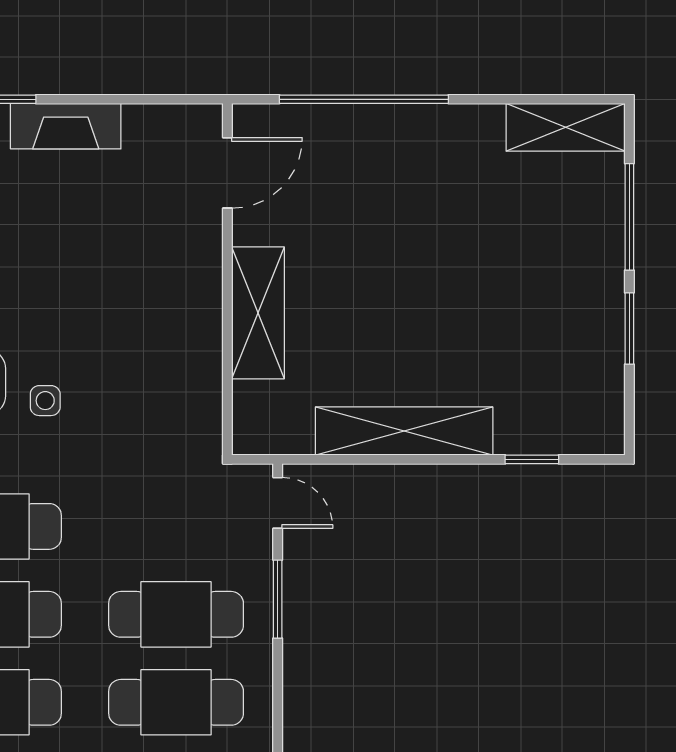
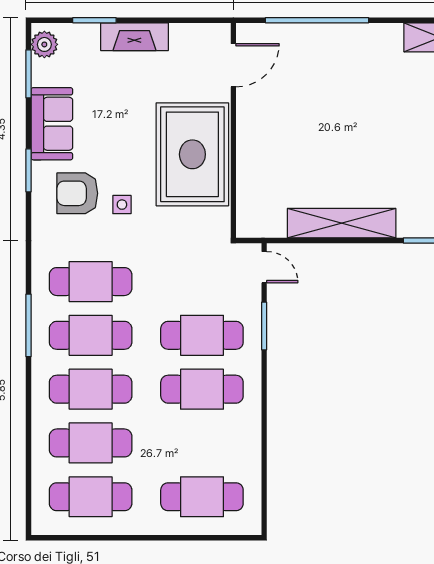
shelving: (258, 313) -> (252, 151), removed
rug: (160, 318) -> (192, 154), added

